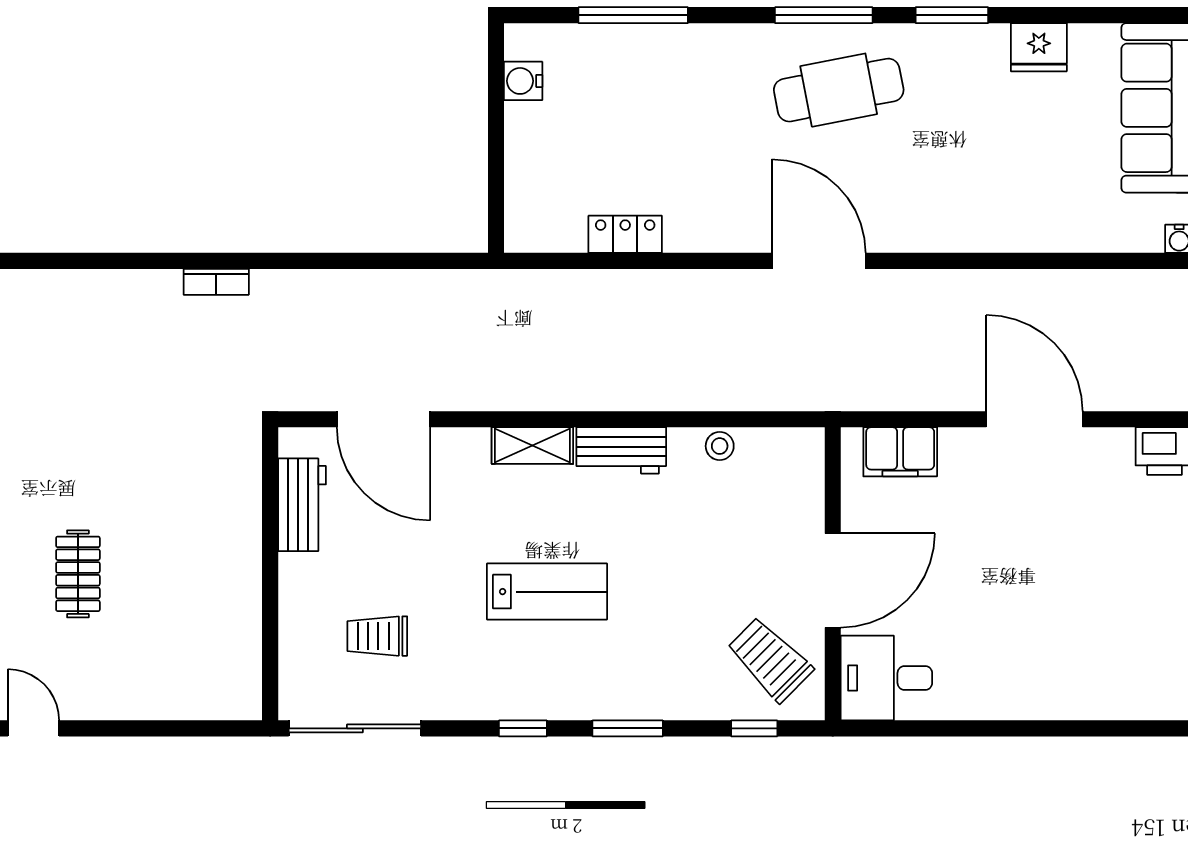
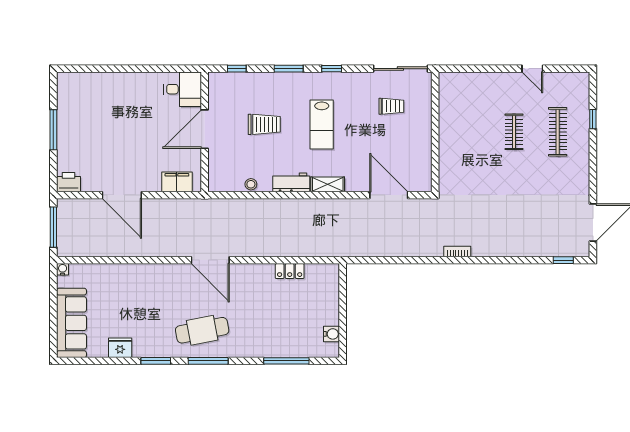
workbench: (302, 505) -> (422, 160), removed
lab bench: (547, 592) -> (322, 125), turned -90
trolley: (770, 659) -> (264, 124), moved, turned -45

